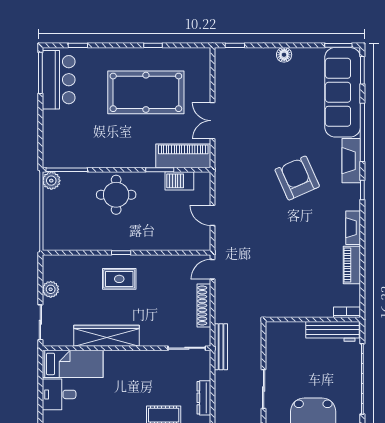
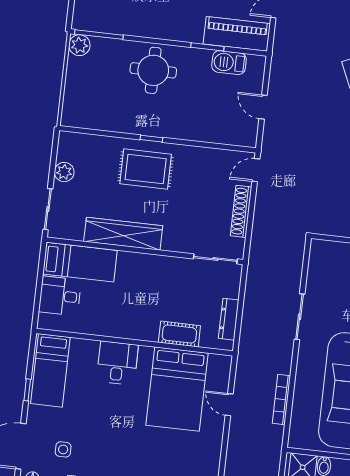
rug: (119, 279) -> (146, 169), width x1.36, depth x1.43
bench: (221, 347) -> (255, 262), removed

